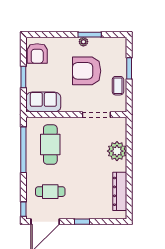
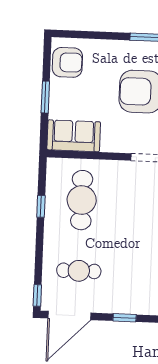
plant: (83, 42) -> (138, 48), removed
armchair: (37, 53) -> (67, 62), turned -90
window: (23, 150) -> (41, 206), width x0.32

